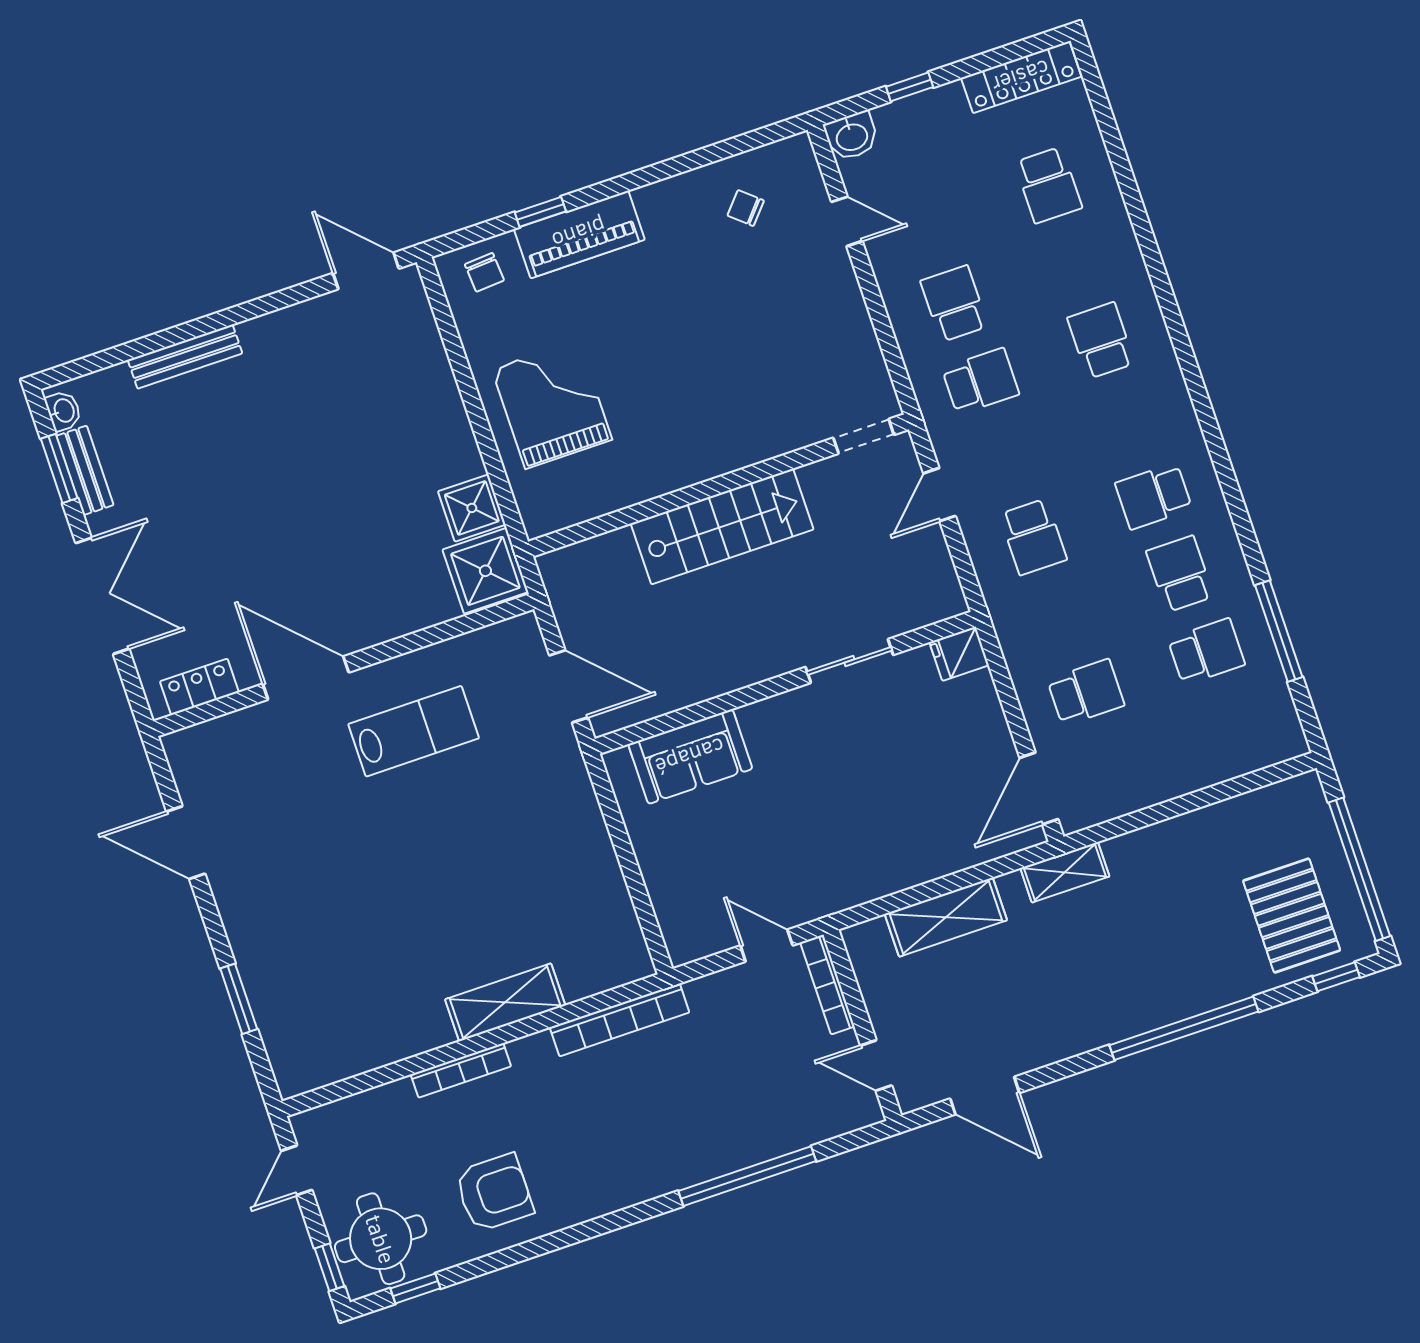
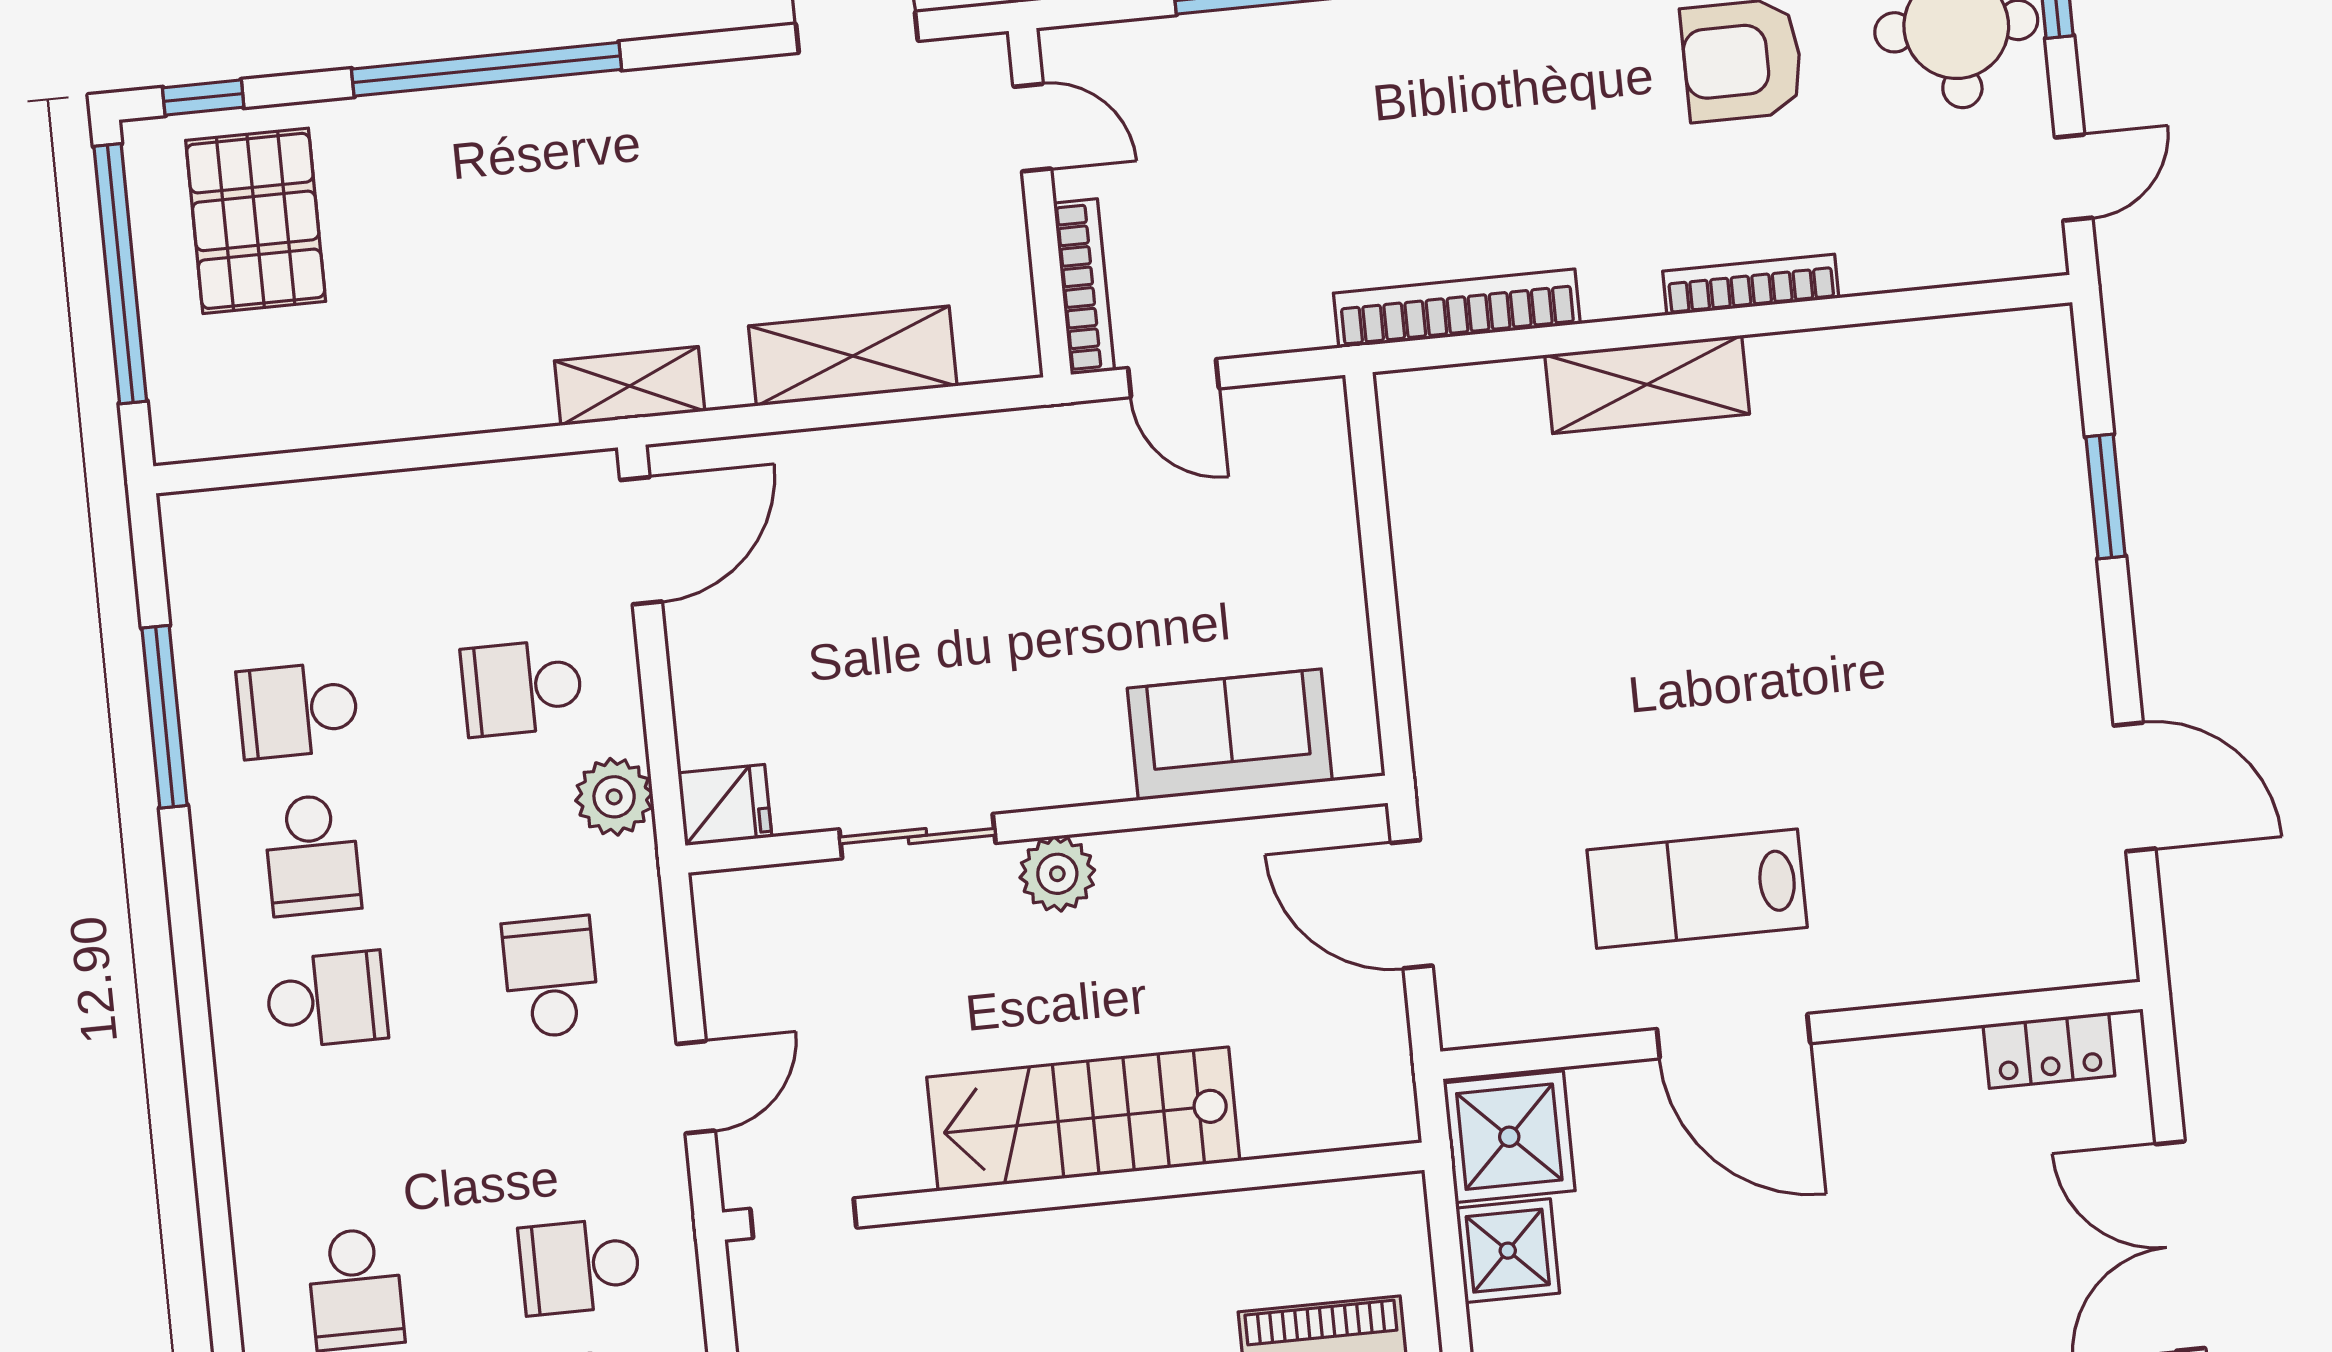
plant: (1021, 644) -> (614, 797), added
plant: (768, 658) -> (1057, 874), added
door: (306, 678) -> (1734, 1036), moved

